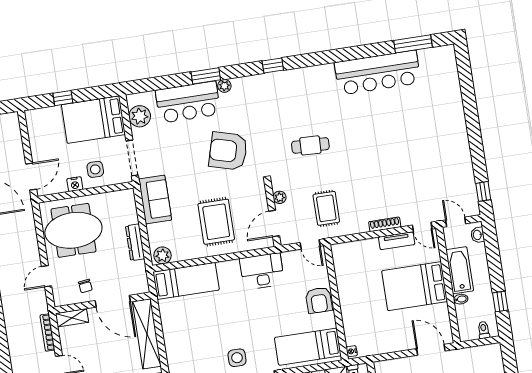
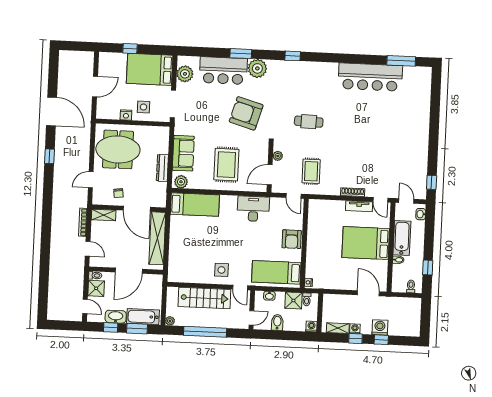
plant: (224, 86) -> (257, 68), width x1.88, depth x1.88
door: (31, 177) -> (95, 87), moved
sofa: (155, 200) -> (183, 153), moved

